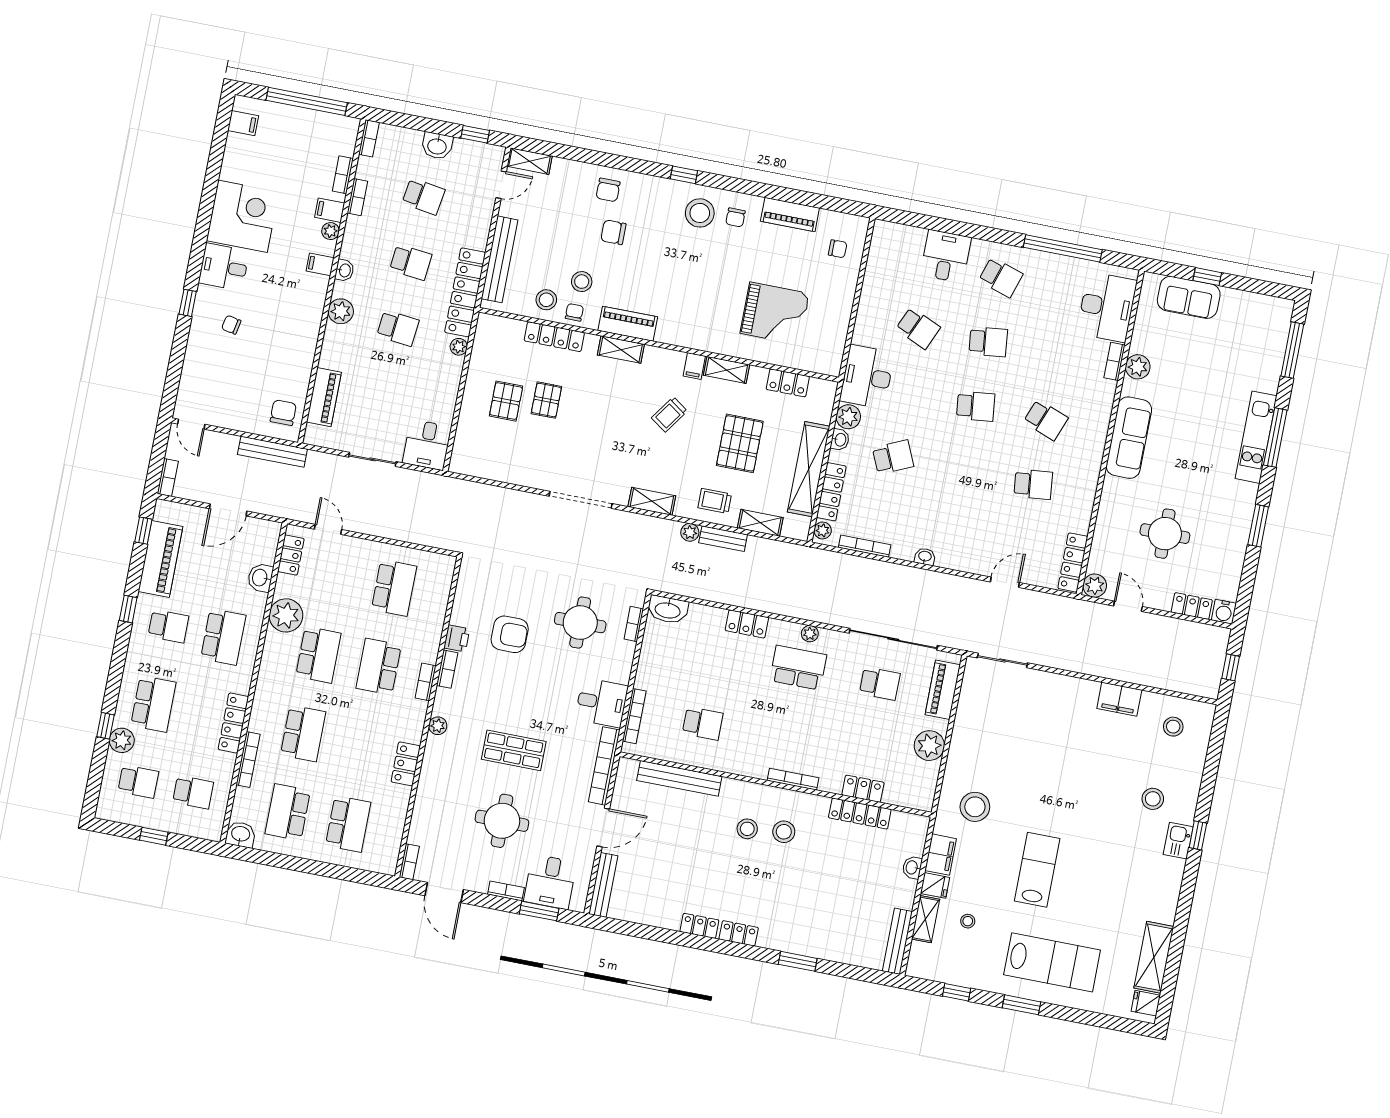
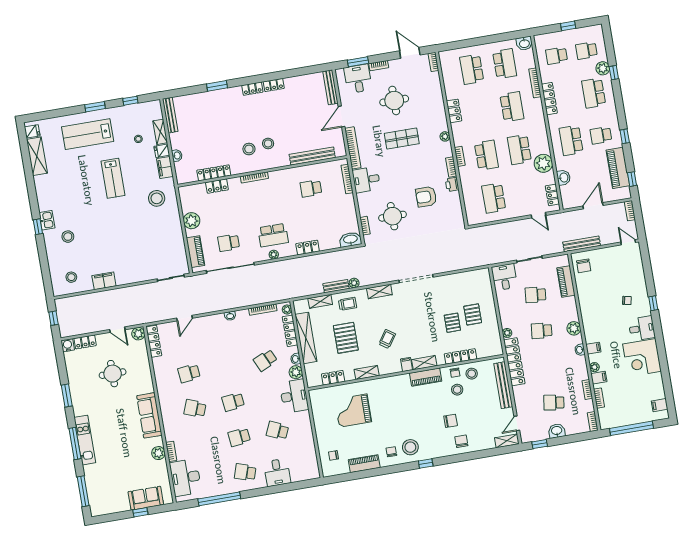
school desk: (411, 262) -> (535, 295), moved
filing cabinet: (694, 366) -> (407, 364), moved
school desk: (303, 733) -> (512, 107), turned 180

